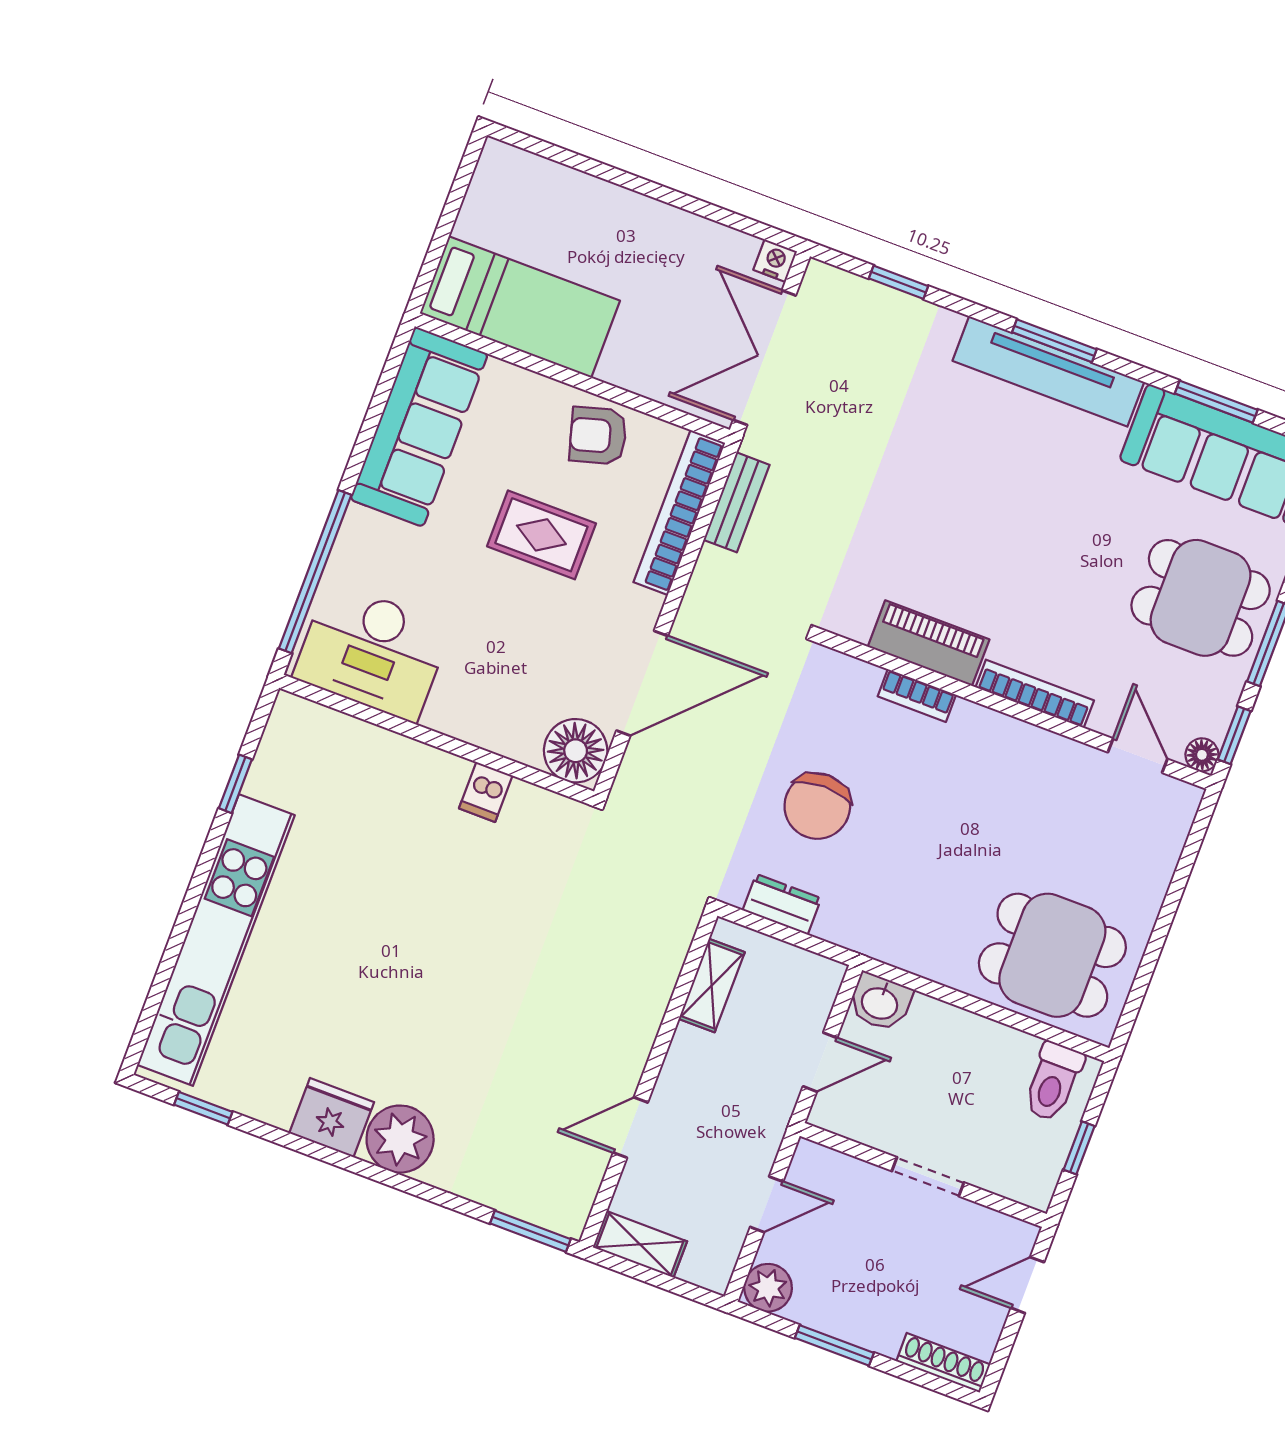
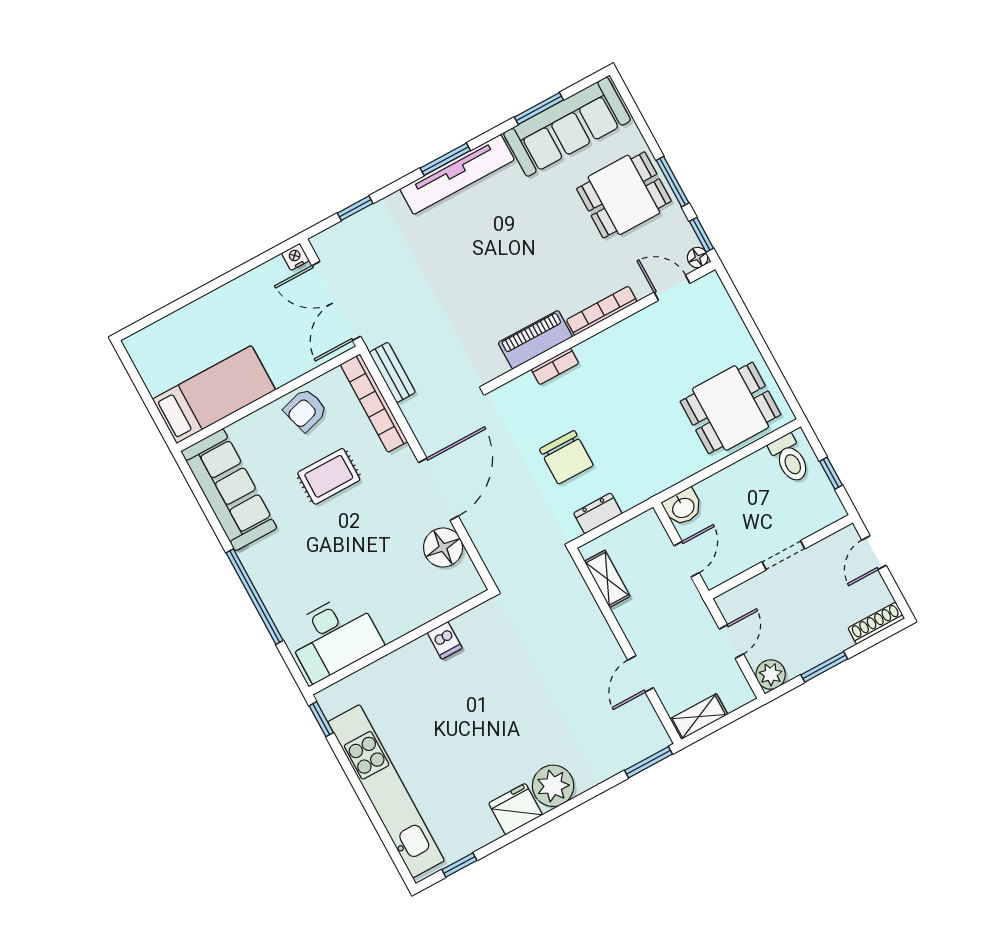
desk: (372, 652) -> (334, 637), moved
wall: (436, 740) -> (400, 642), moved
dishwasher: (486, 792) -> (445, 640), moved

